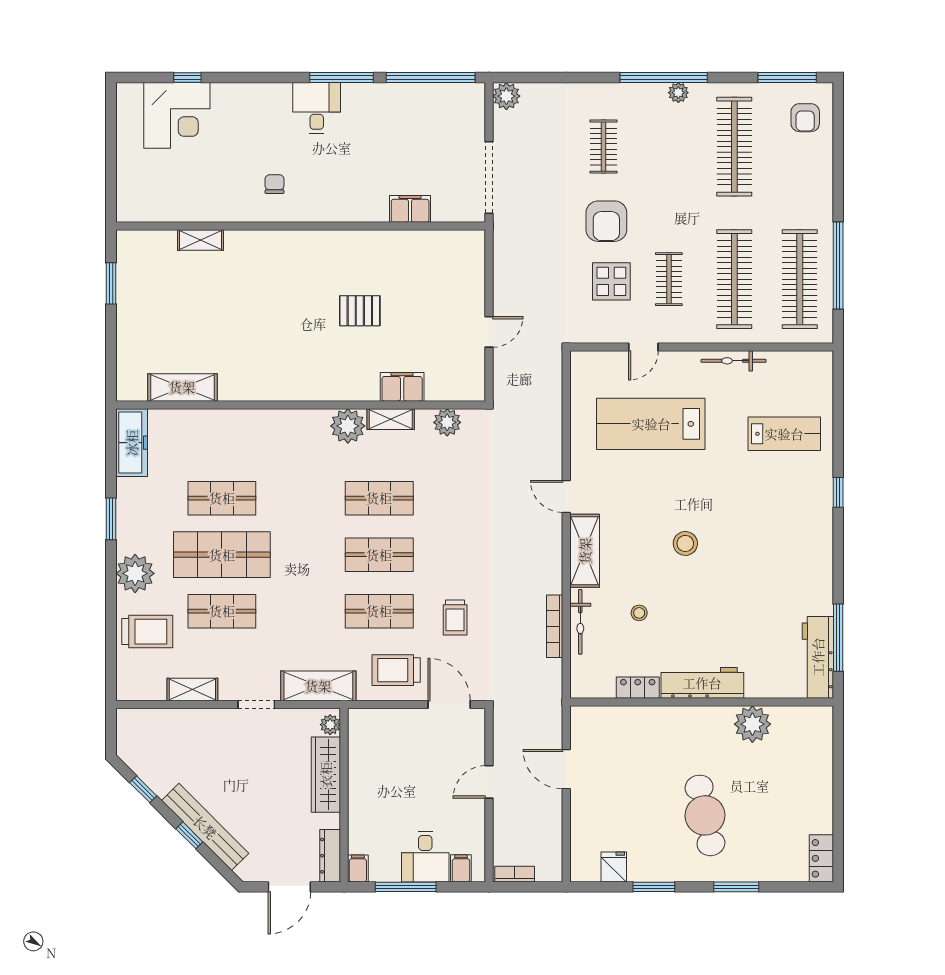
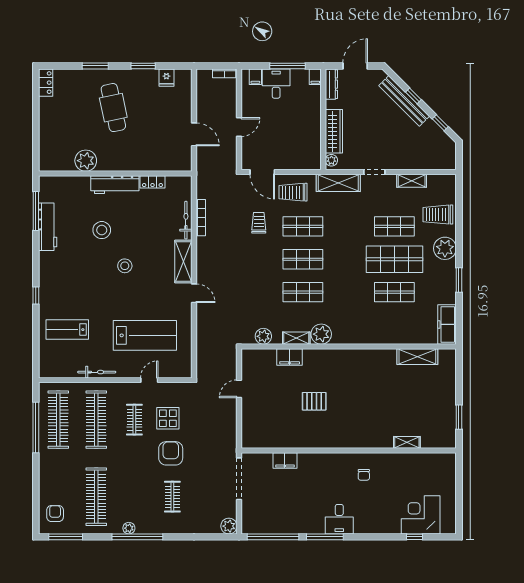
stool: (639, 613) -> (102, 230), moved, width x1.89, depth x1.89
workbench: (818, 657) -> (48, 227), moved
trolley: (396, 670) -> (293, 192), turned 180

